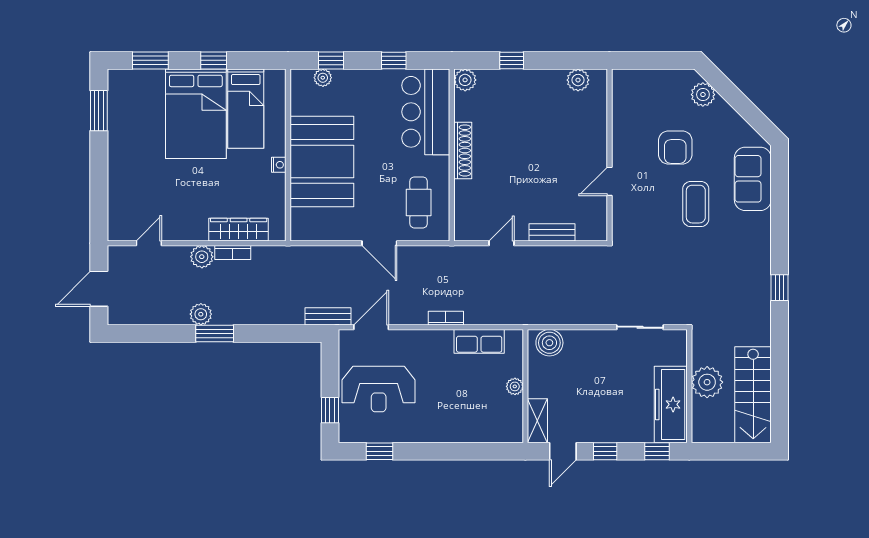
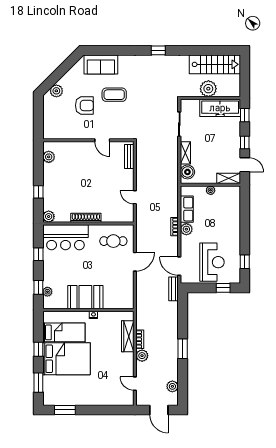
booth: (322, 161) -> (85, 297), width x0.73, depth x0.70
bench: (552, 232) -> (129, 157), moved
plant: (201, 314) -> (172, 386), moved
shelving: (586, 339) -> (185, 153), added
plant: (441, 341) -> (186, 229), added

